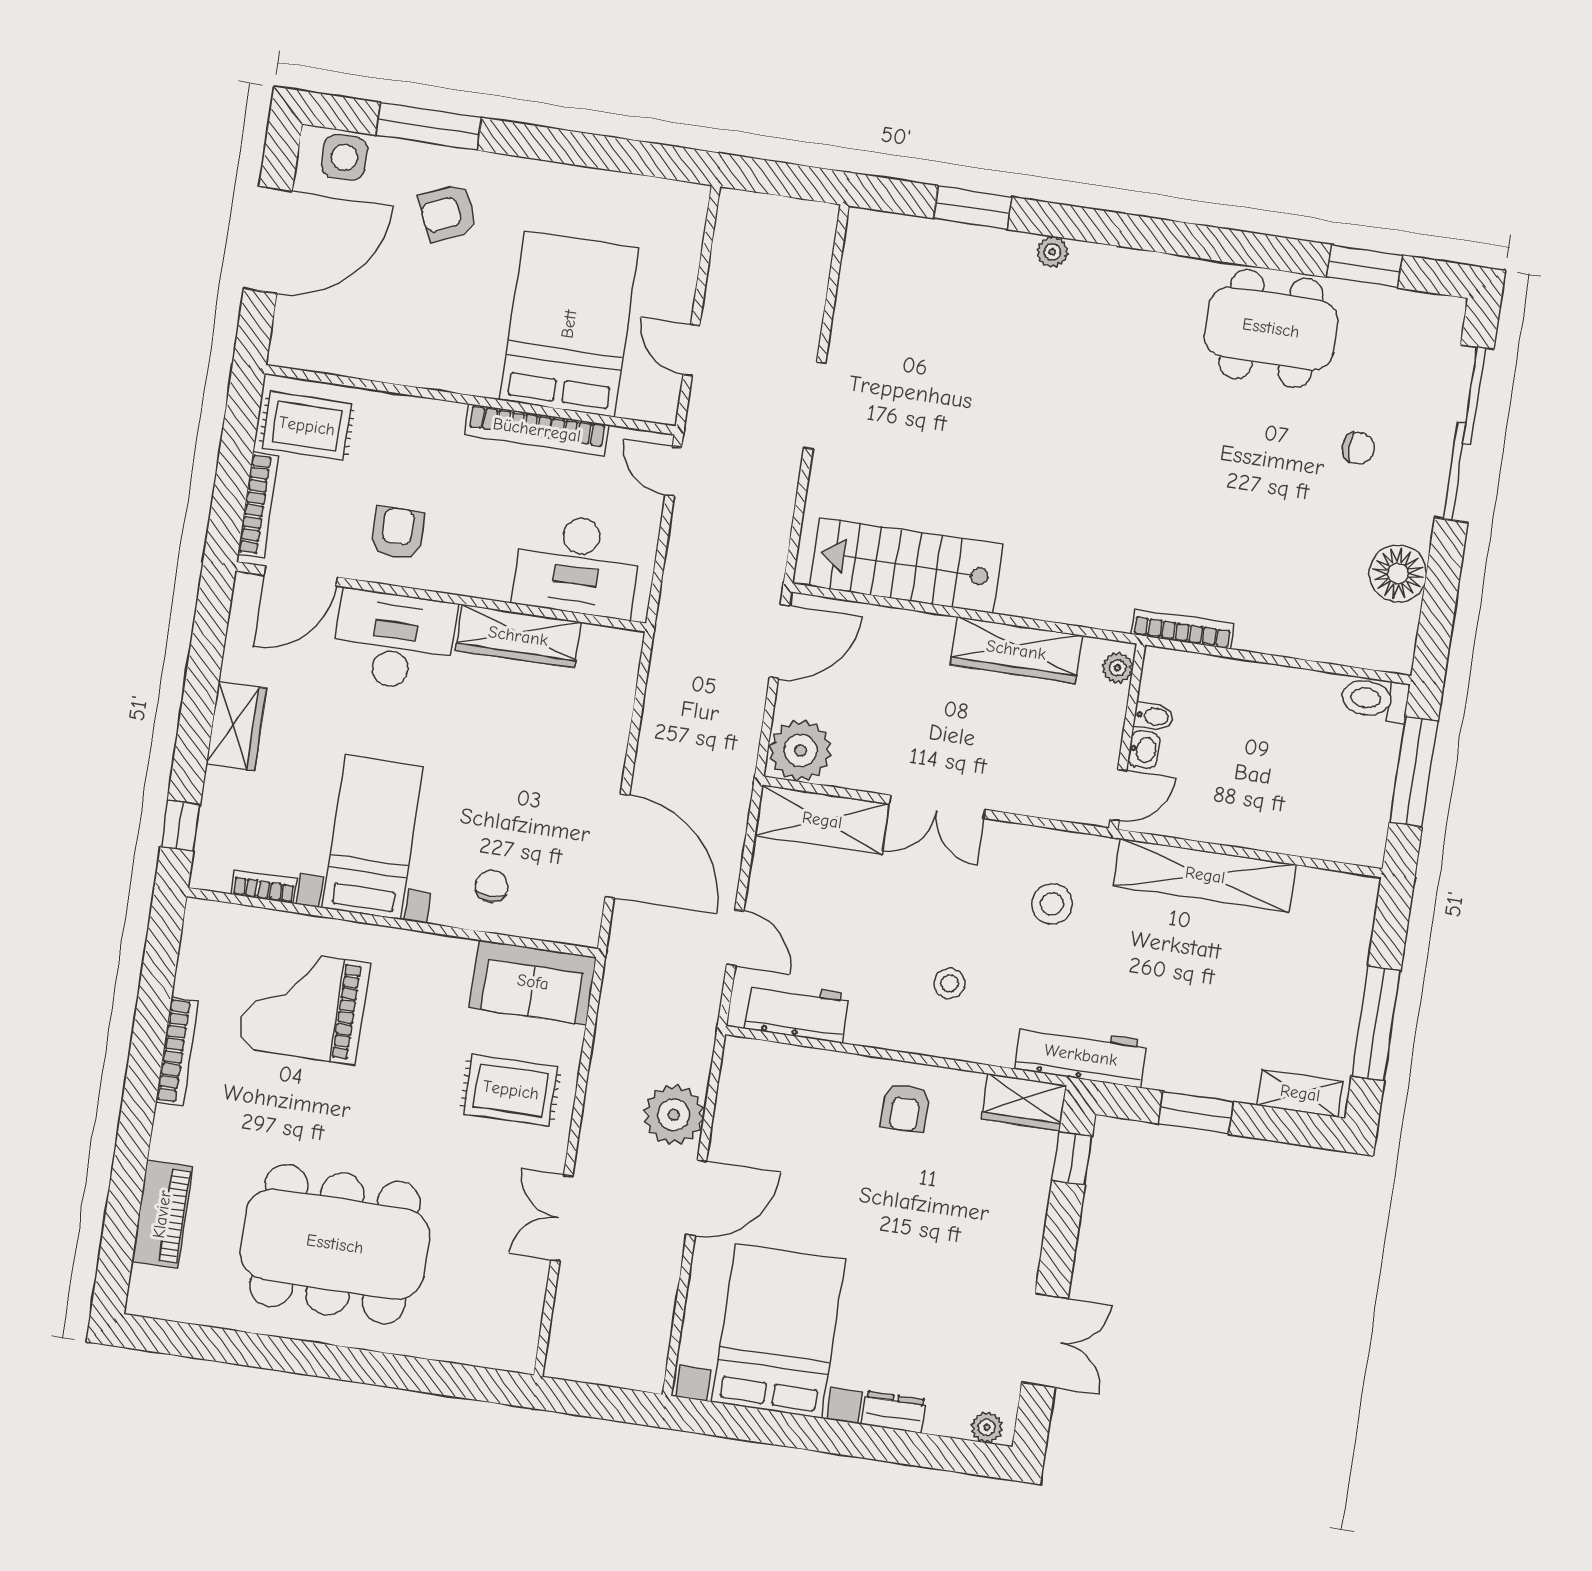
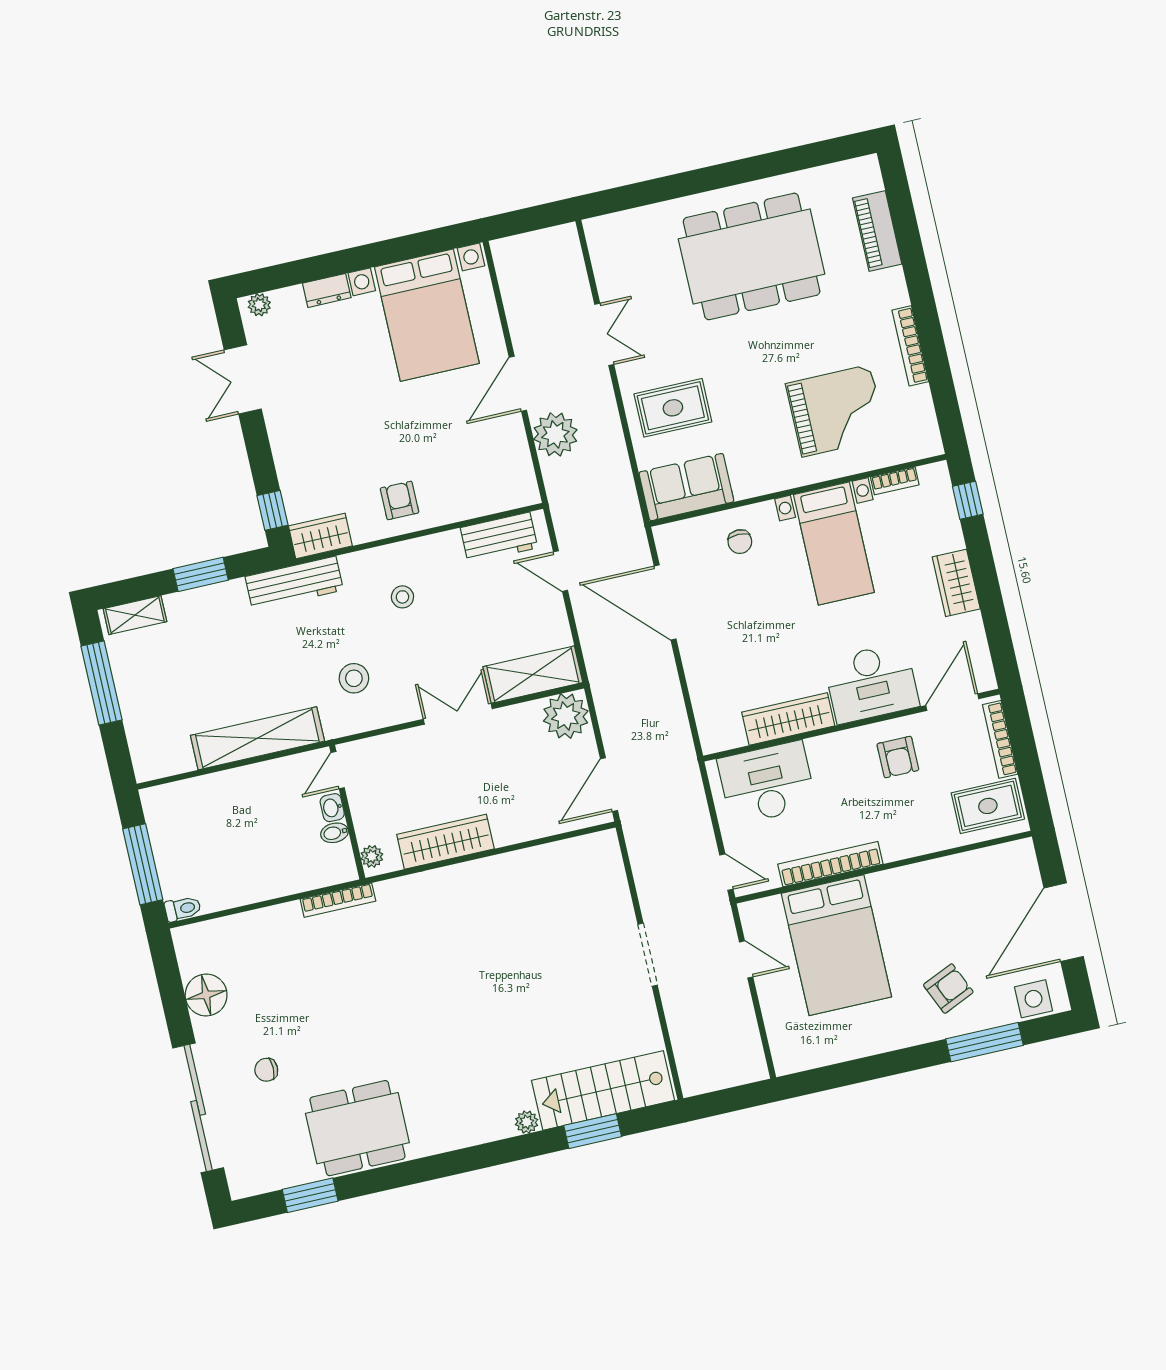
stairs: (906, 565) -> (603, 1090), moved, turned 180
toilet: (1375, 699) -> (183, 909), width x0.73, depth x0.72

